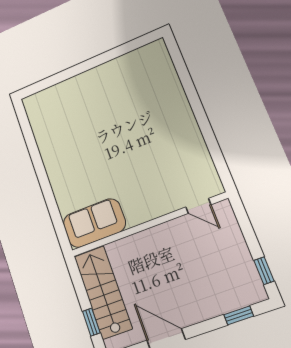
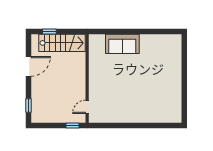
sofa: (94, 223) -> (122, 44), moved, turned 90
window: (264, 271) -> (73, 125), moved

